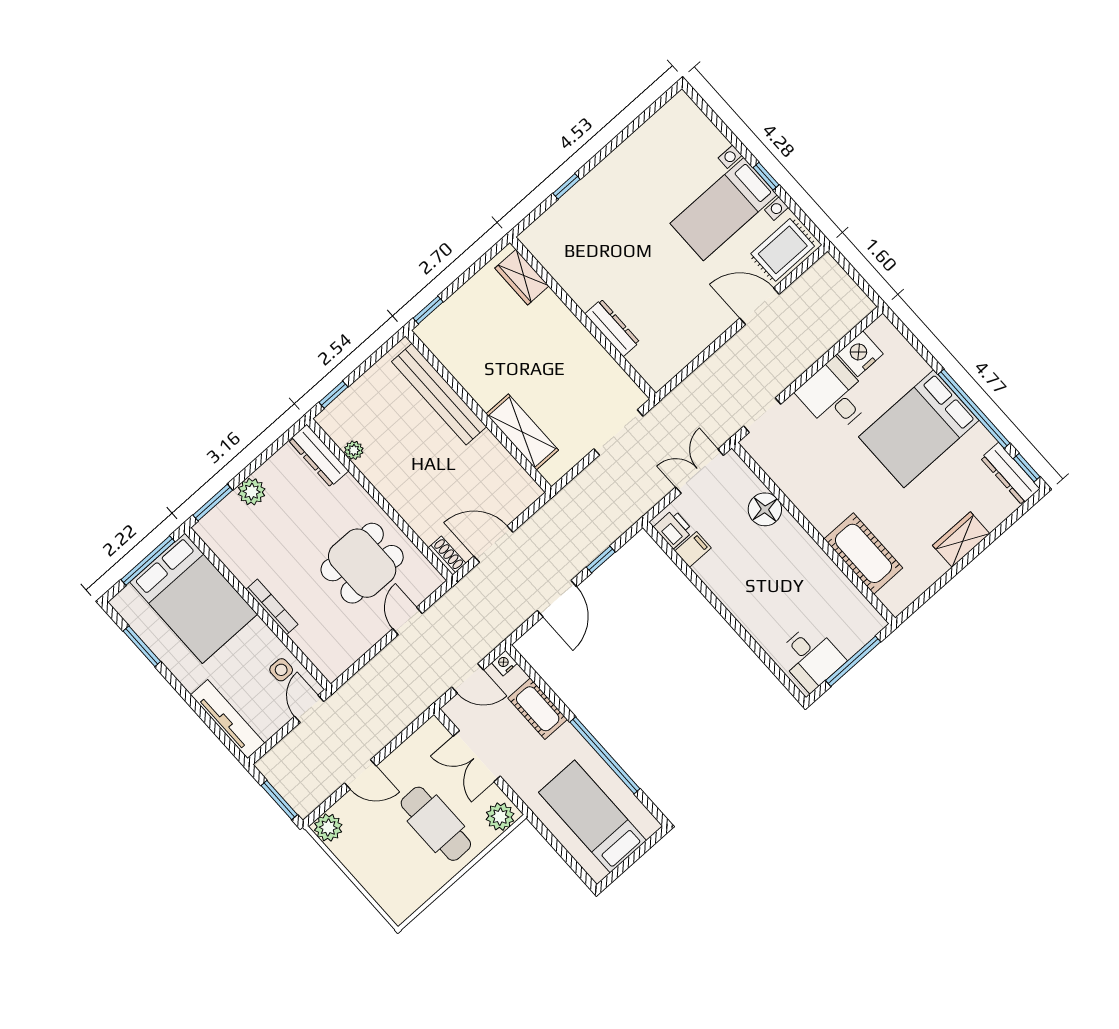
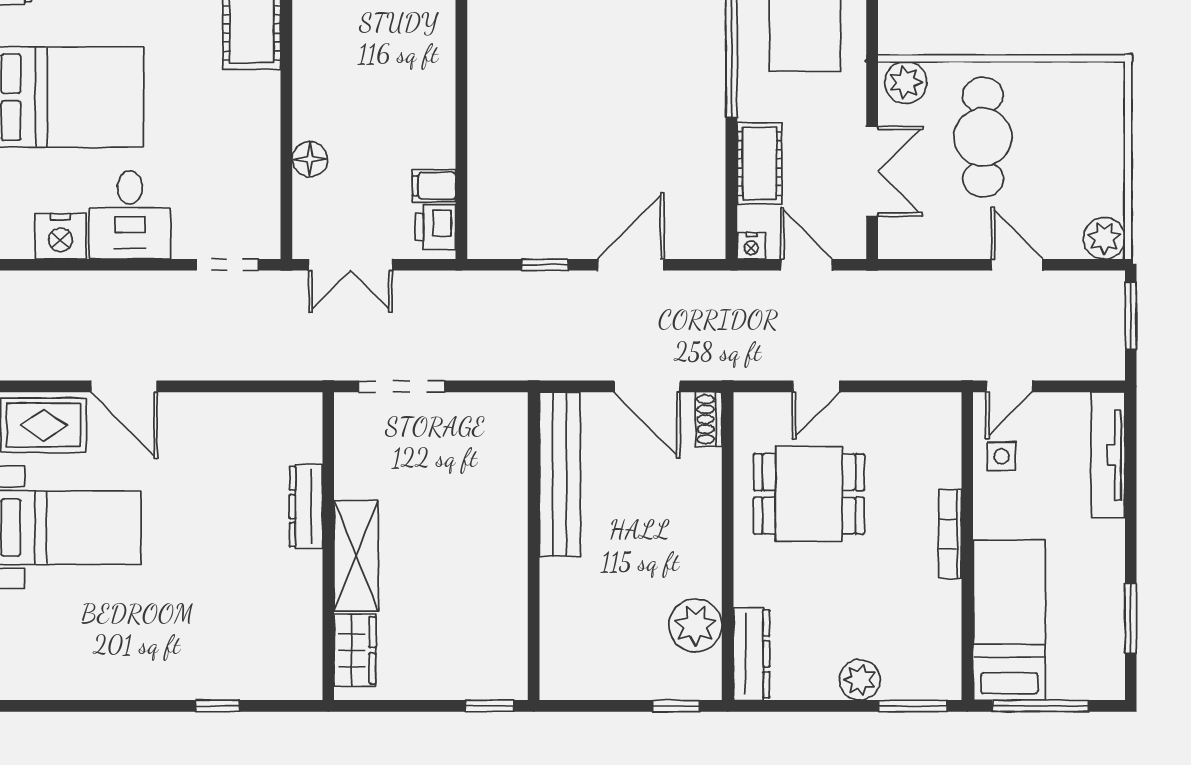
bench: (439, 394) -> (560, 474), moved
shelving: (522, 432) -> (356, 556), moved
plant: (354, 450) -> (695, 625), width x1.87, depth x1.87
floor lamp: (765, 509) -> (310, 159), width x0.73, depth x0.73
bed: (194, 598) -> (1009, 620), width x0.67

